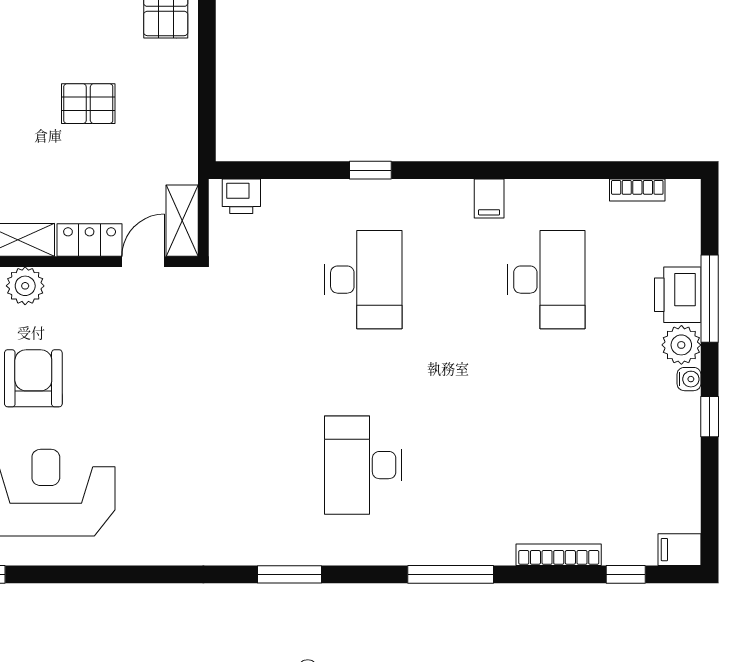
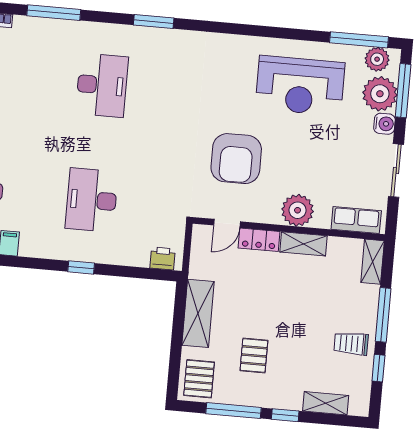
pallet: (88, 104) -> (254, 355), moved, turned 90
shelving: (182, 221) -> (198, 313), moved, width x1.50, depth x1.33
plant: (25, 286) -> (298, 210), width x1.36, depth x1.36
armchair: (33, 378) -> (236, 159), moved, width x1.36, depth x1.36

